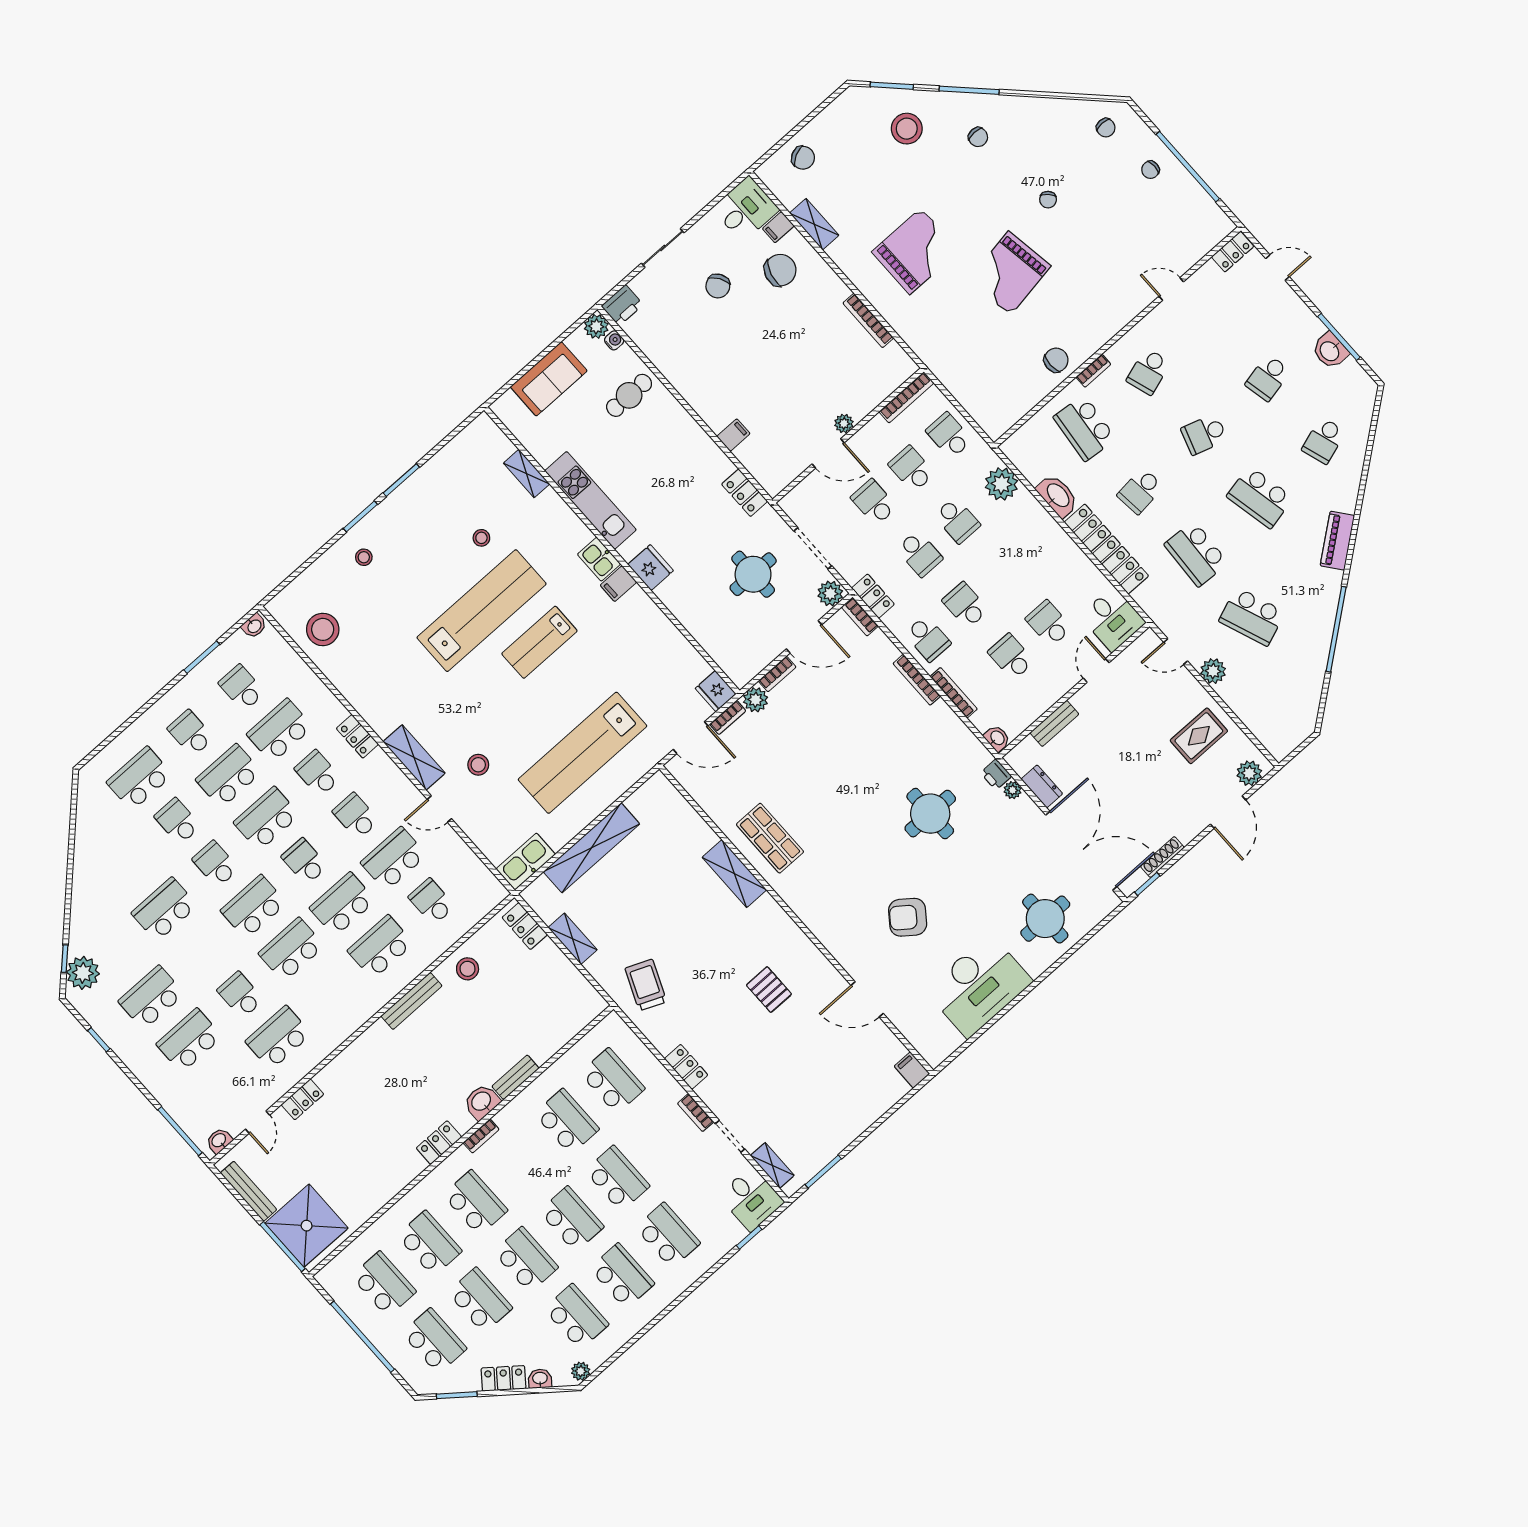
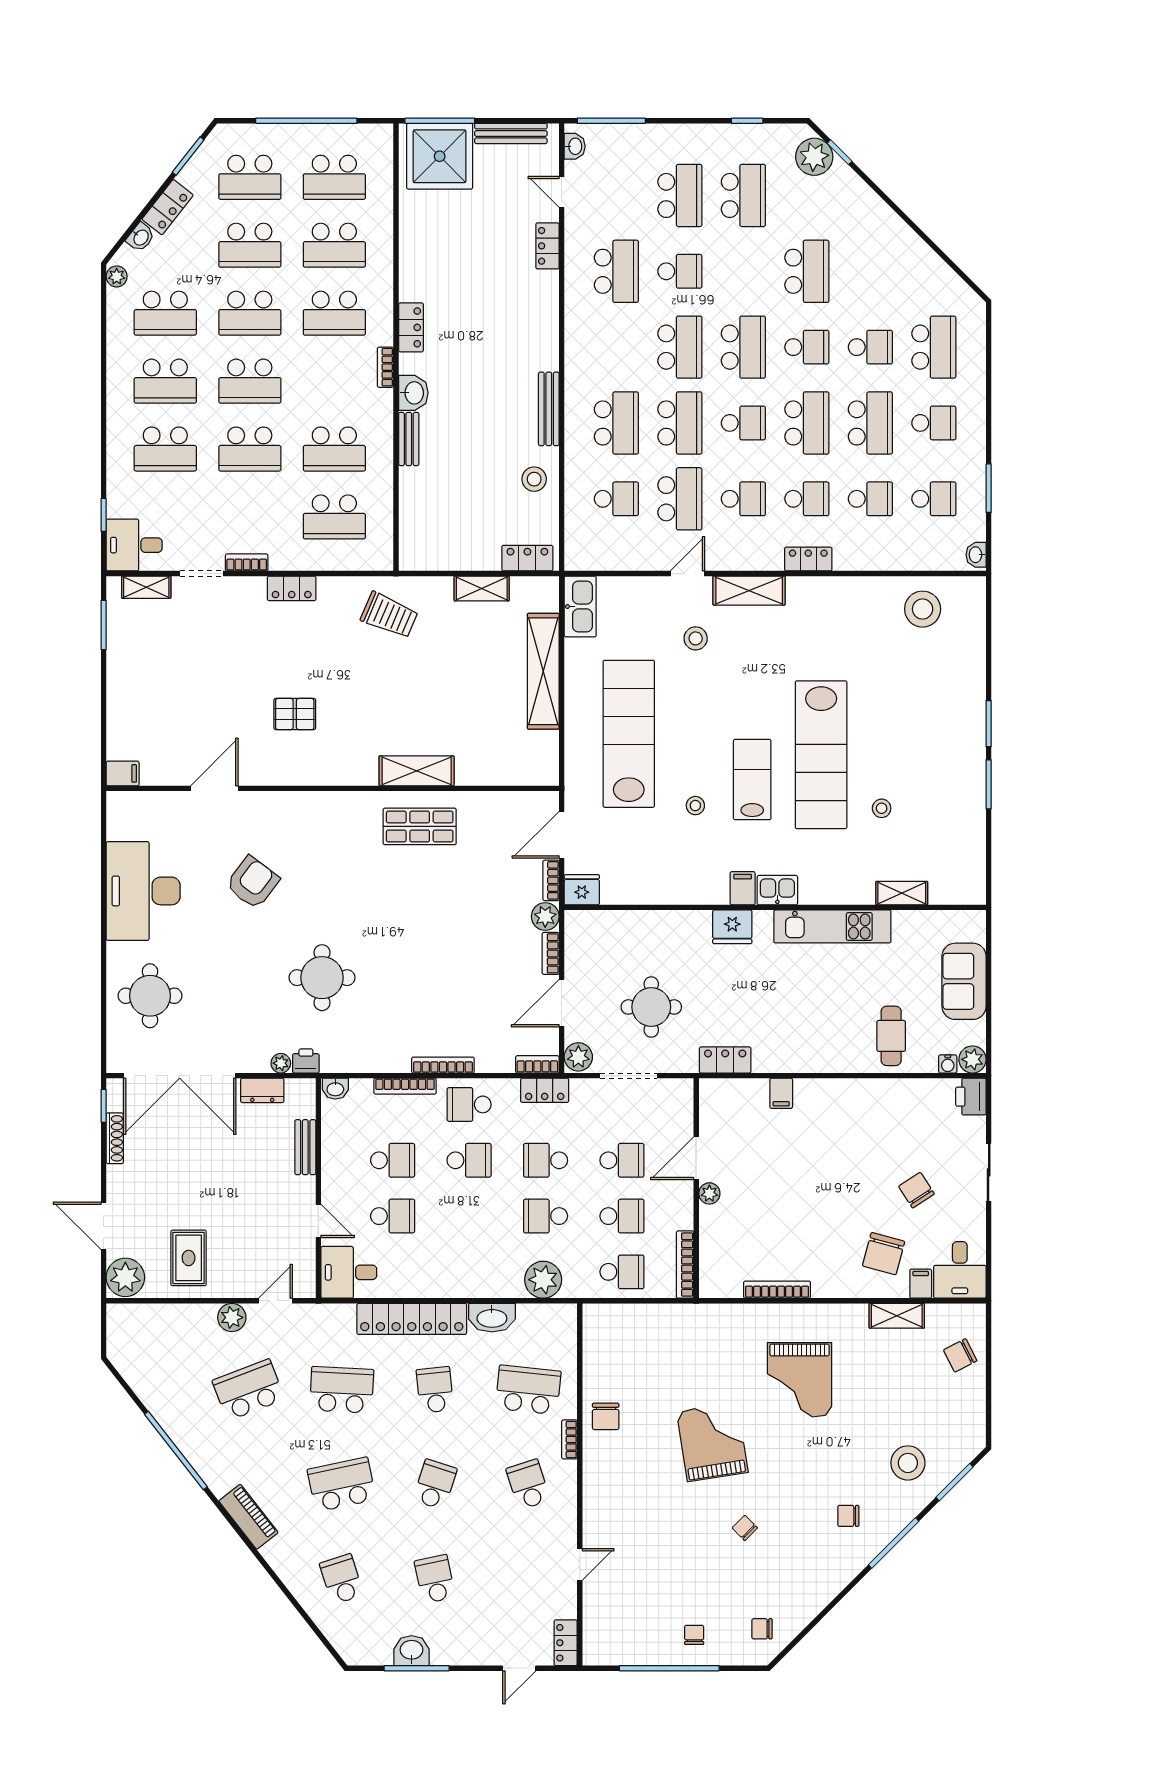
stool: (364, 557) -> (695, 806), moved
school desk: (280, 731) -> (870, 499), width x0.54
plant: (1249, 773) -> (125, 1277), width x1.36, depth x1.36

